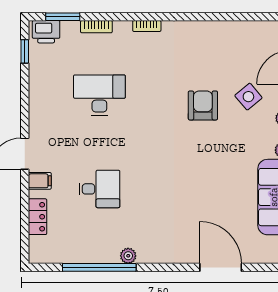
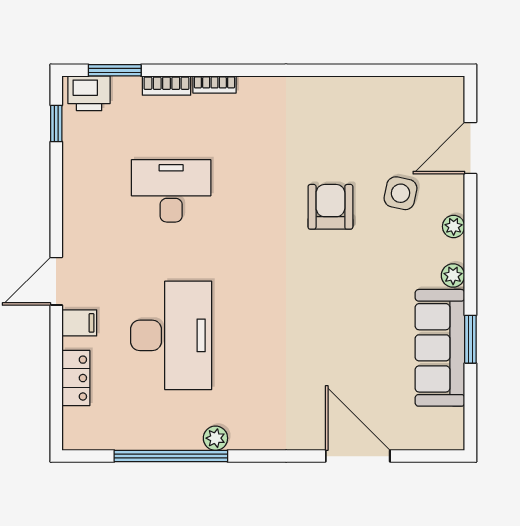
bookcase: (147, 26) -> (214, 85), moved
side table: (248, 97) -> (401, 193), turned -38
desk: (99, 189) -> (171, 335), width x1.87, depth x1.30

